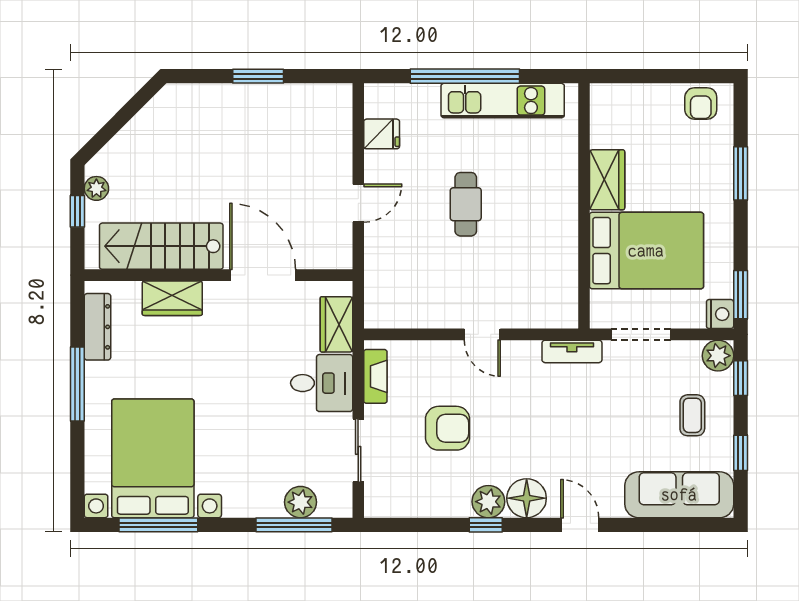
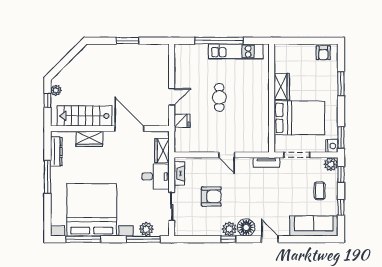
fridge: (382, 134) -> (182, 121), moved
bed with nightstands: (153, 458) -> (92, 210), width x1.36

